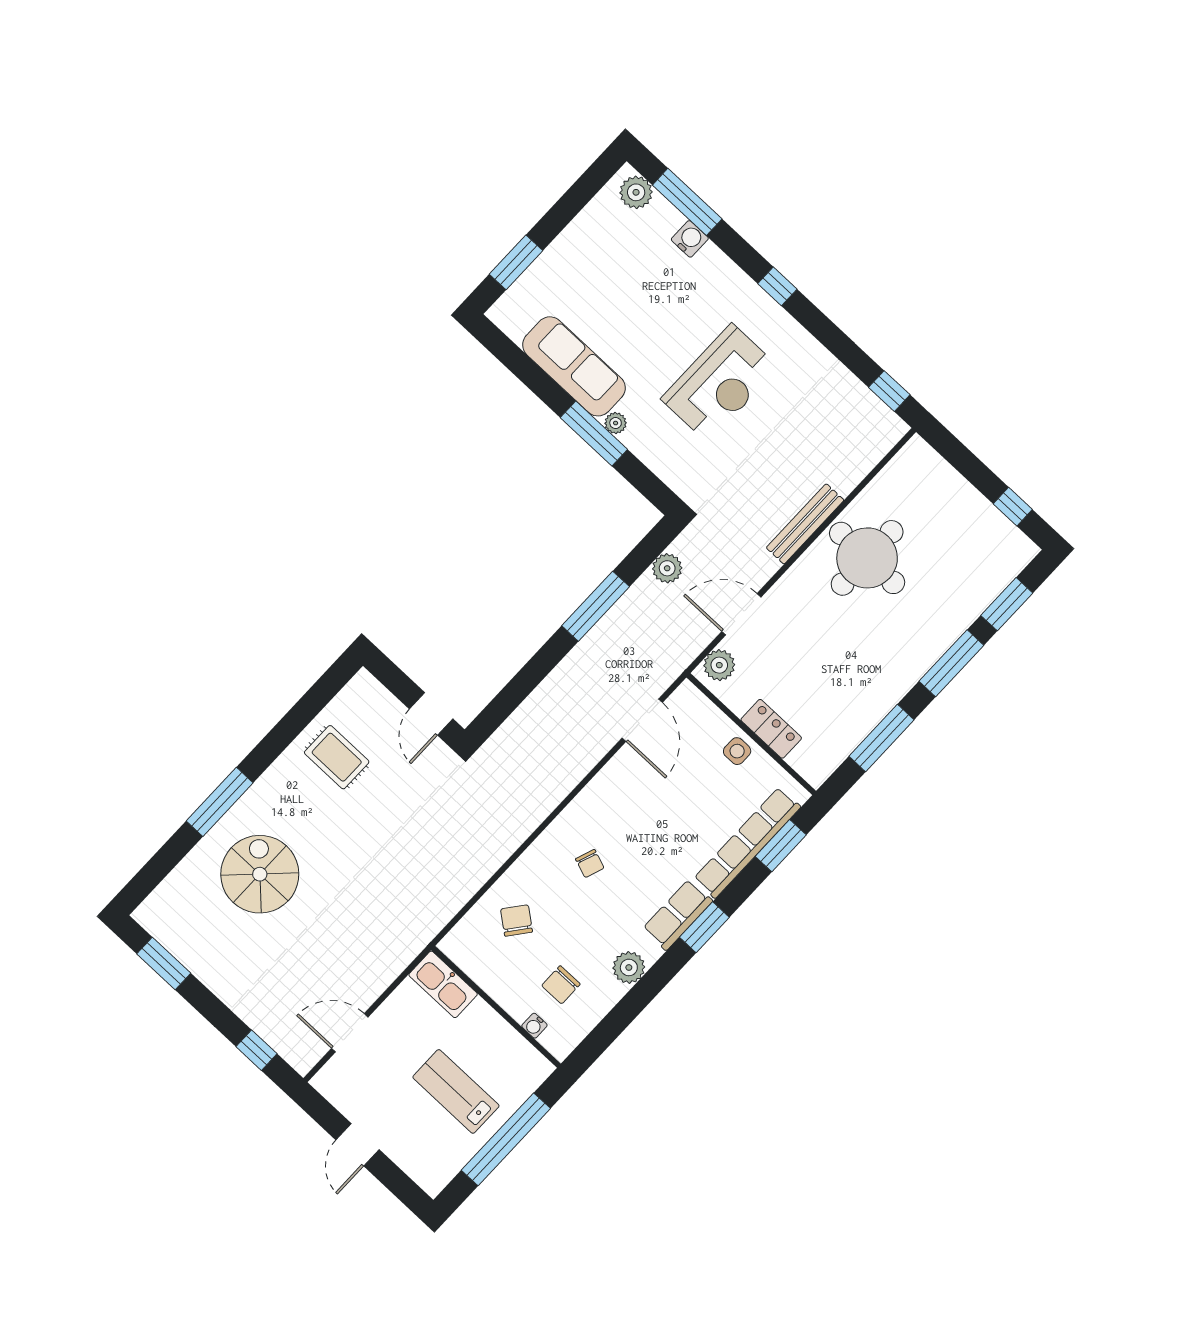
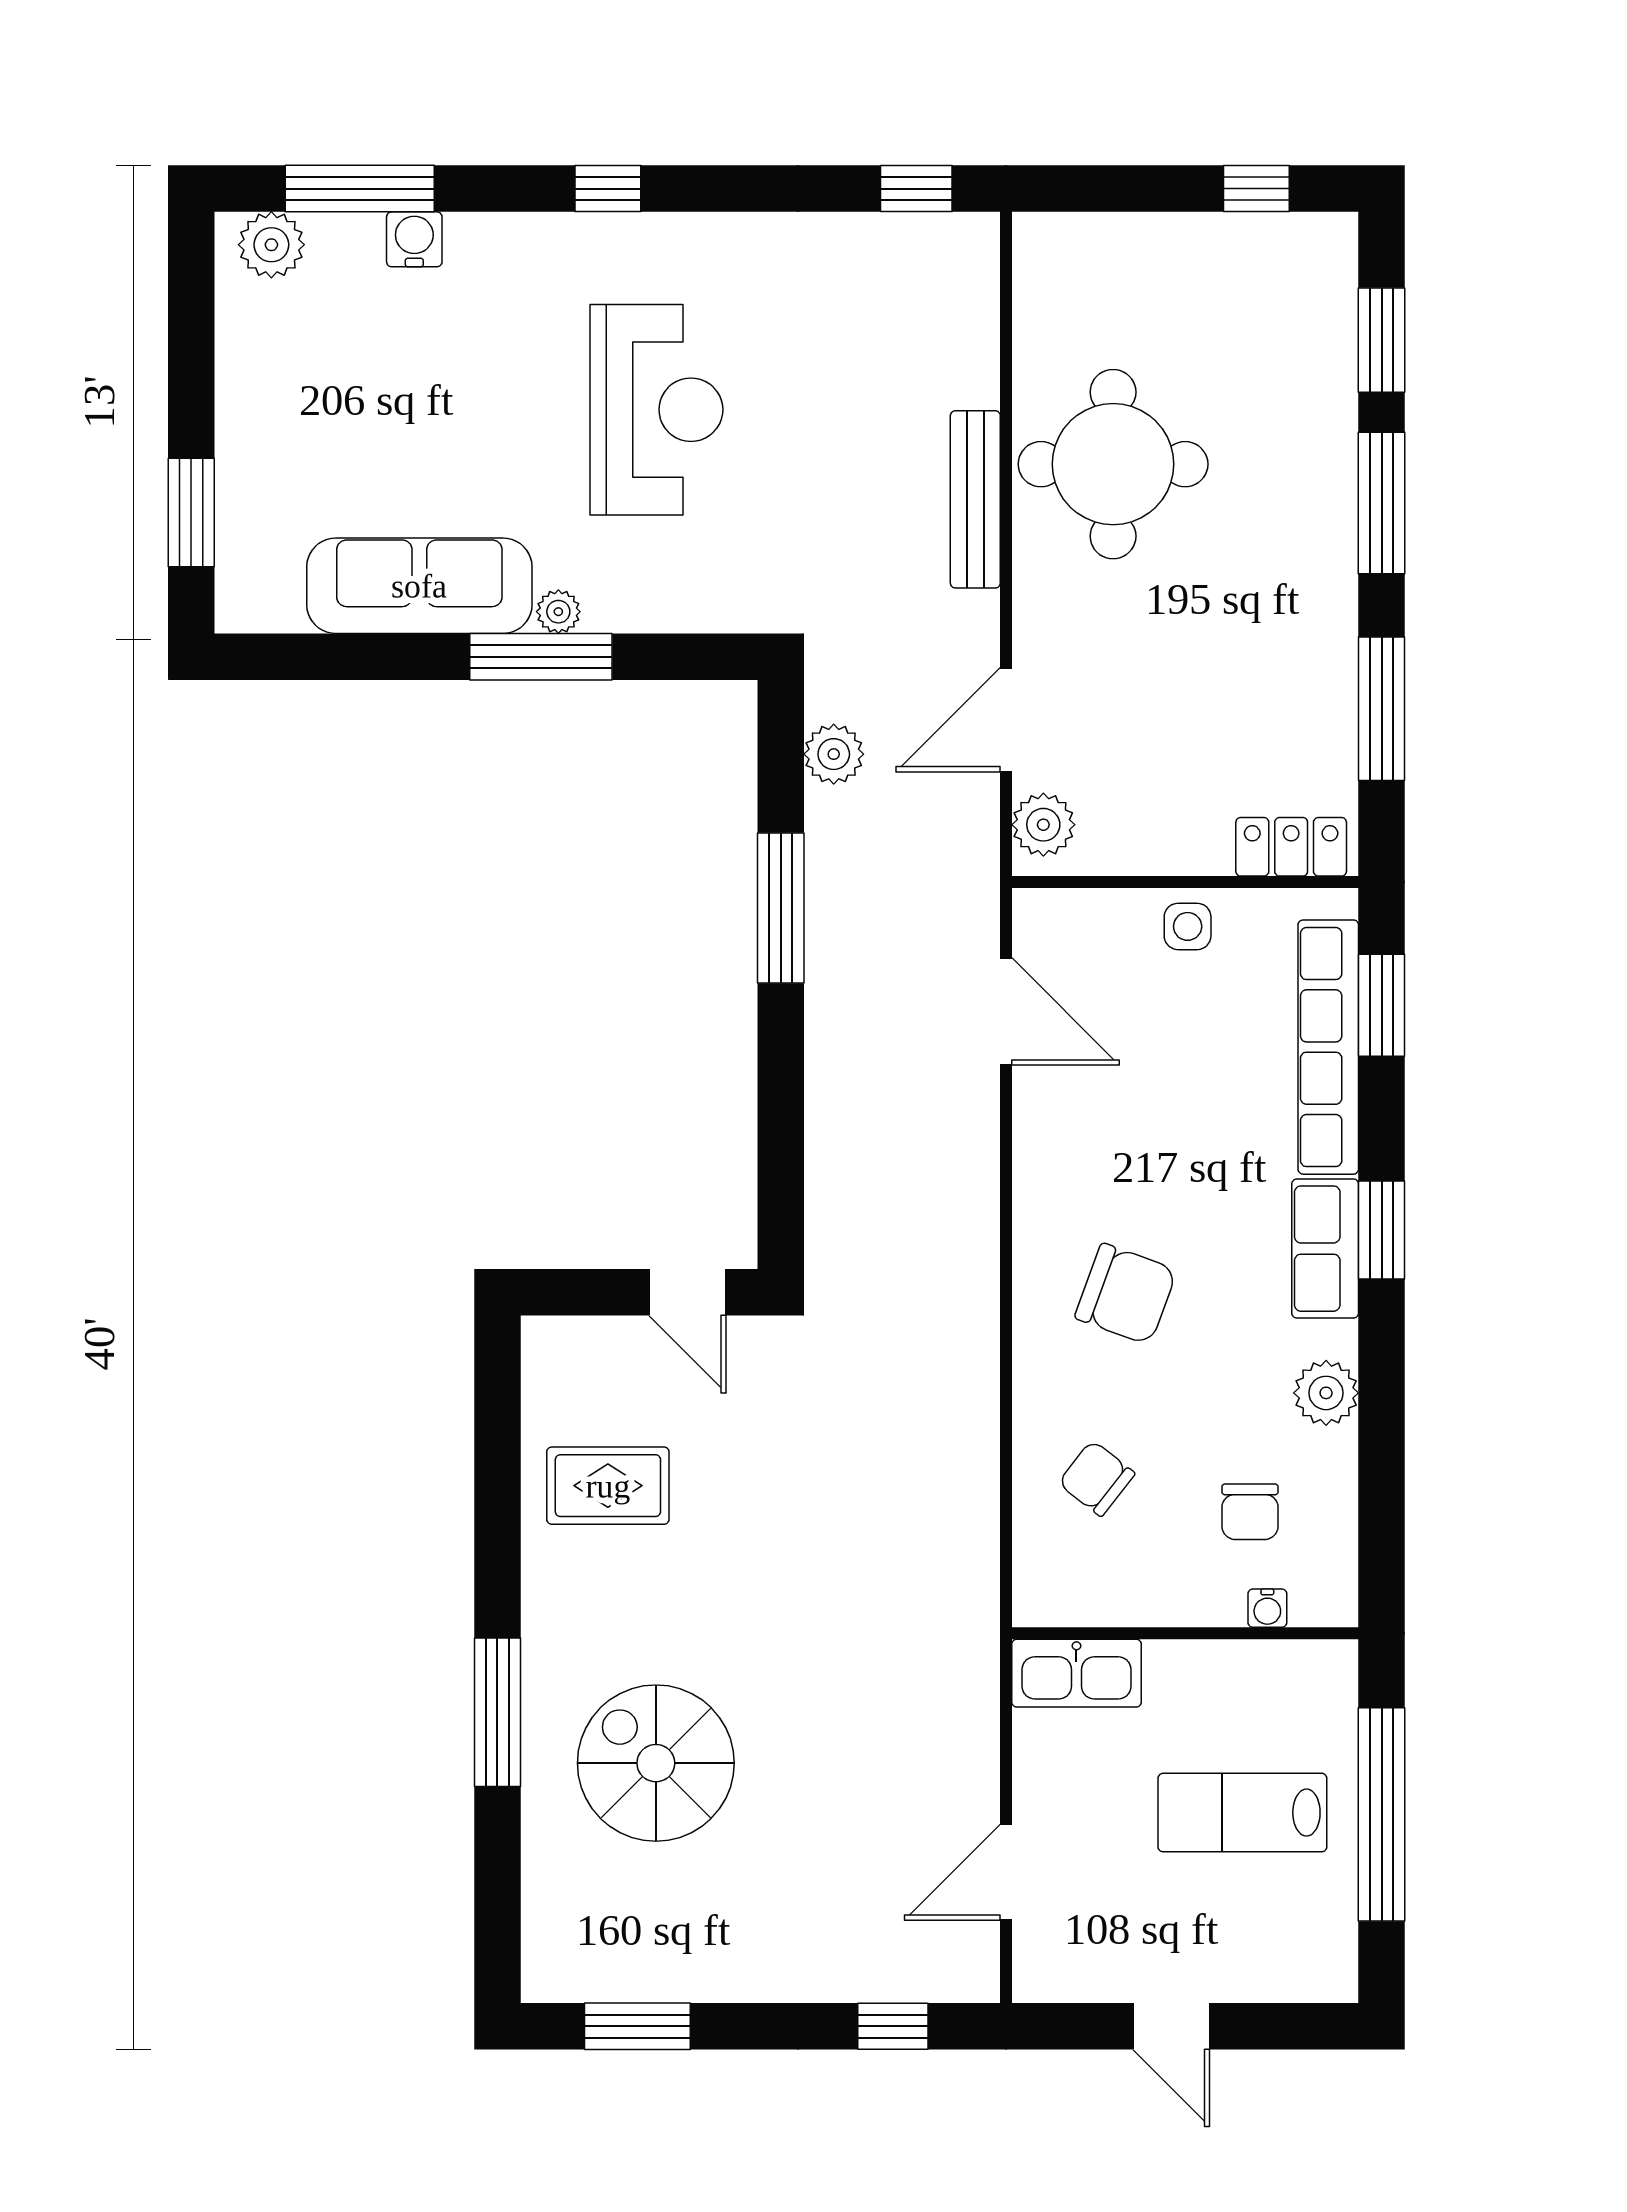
locker: (771, 729) -> (1291, 847), moved
chair: (590, 864) -> (1126, 1294), width x1.87, depth x1.87

